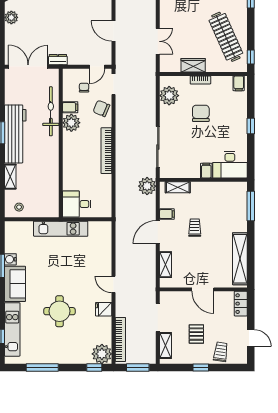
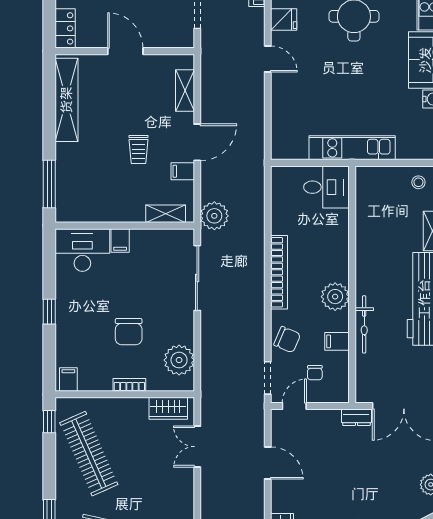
wardrobe: (193, 65) -> (168, 408), moved
bicycle: (51, 111) -> (364, 324), width x0.73, depth x0.71
plant: (71, 123) -> (335, 297), moved

